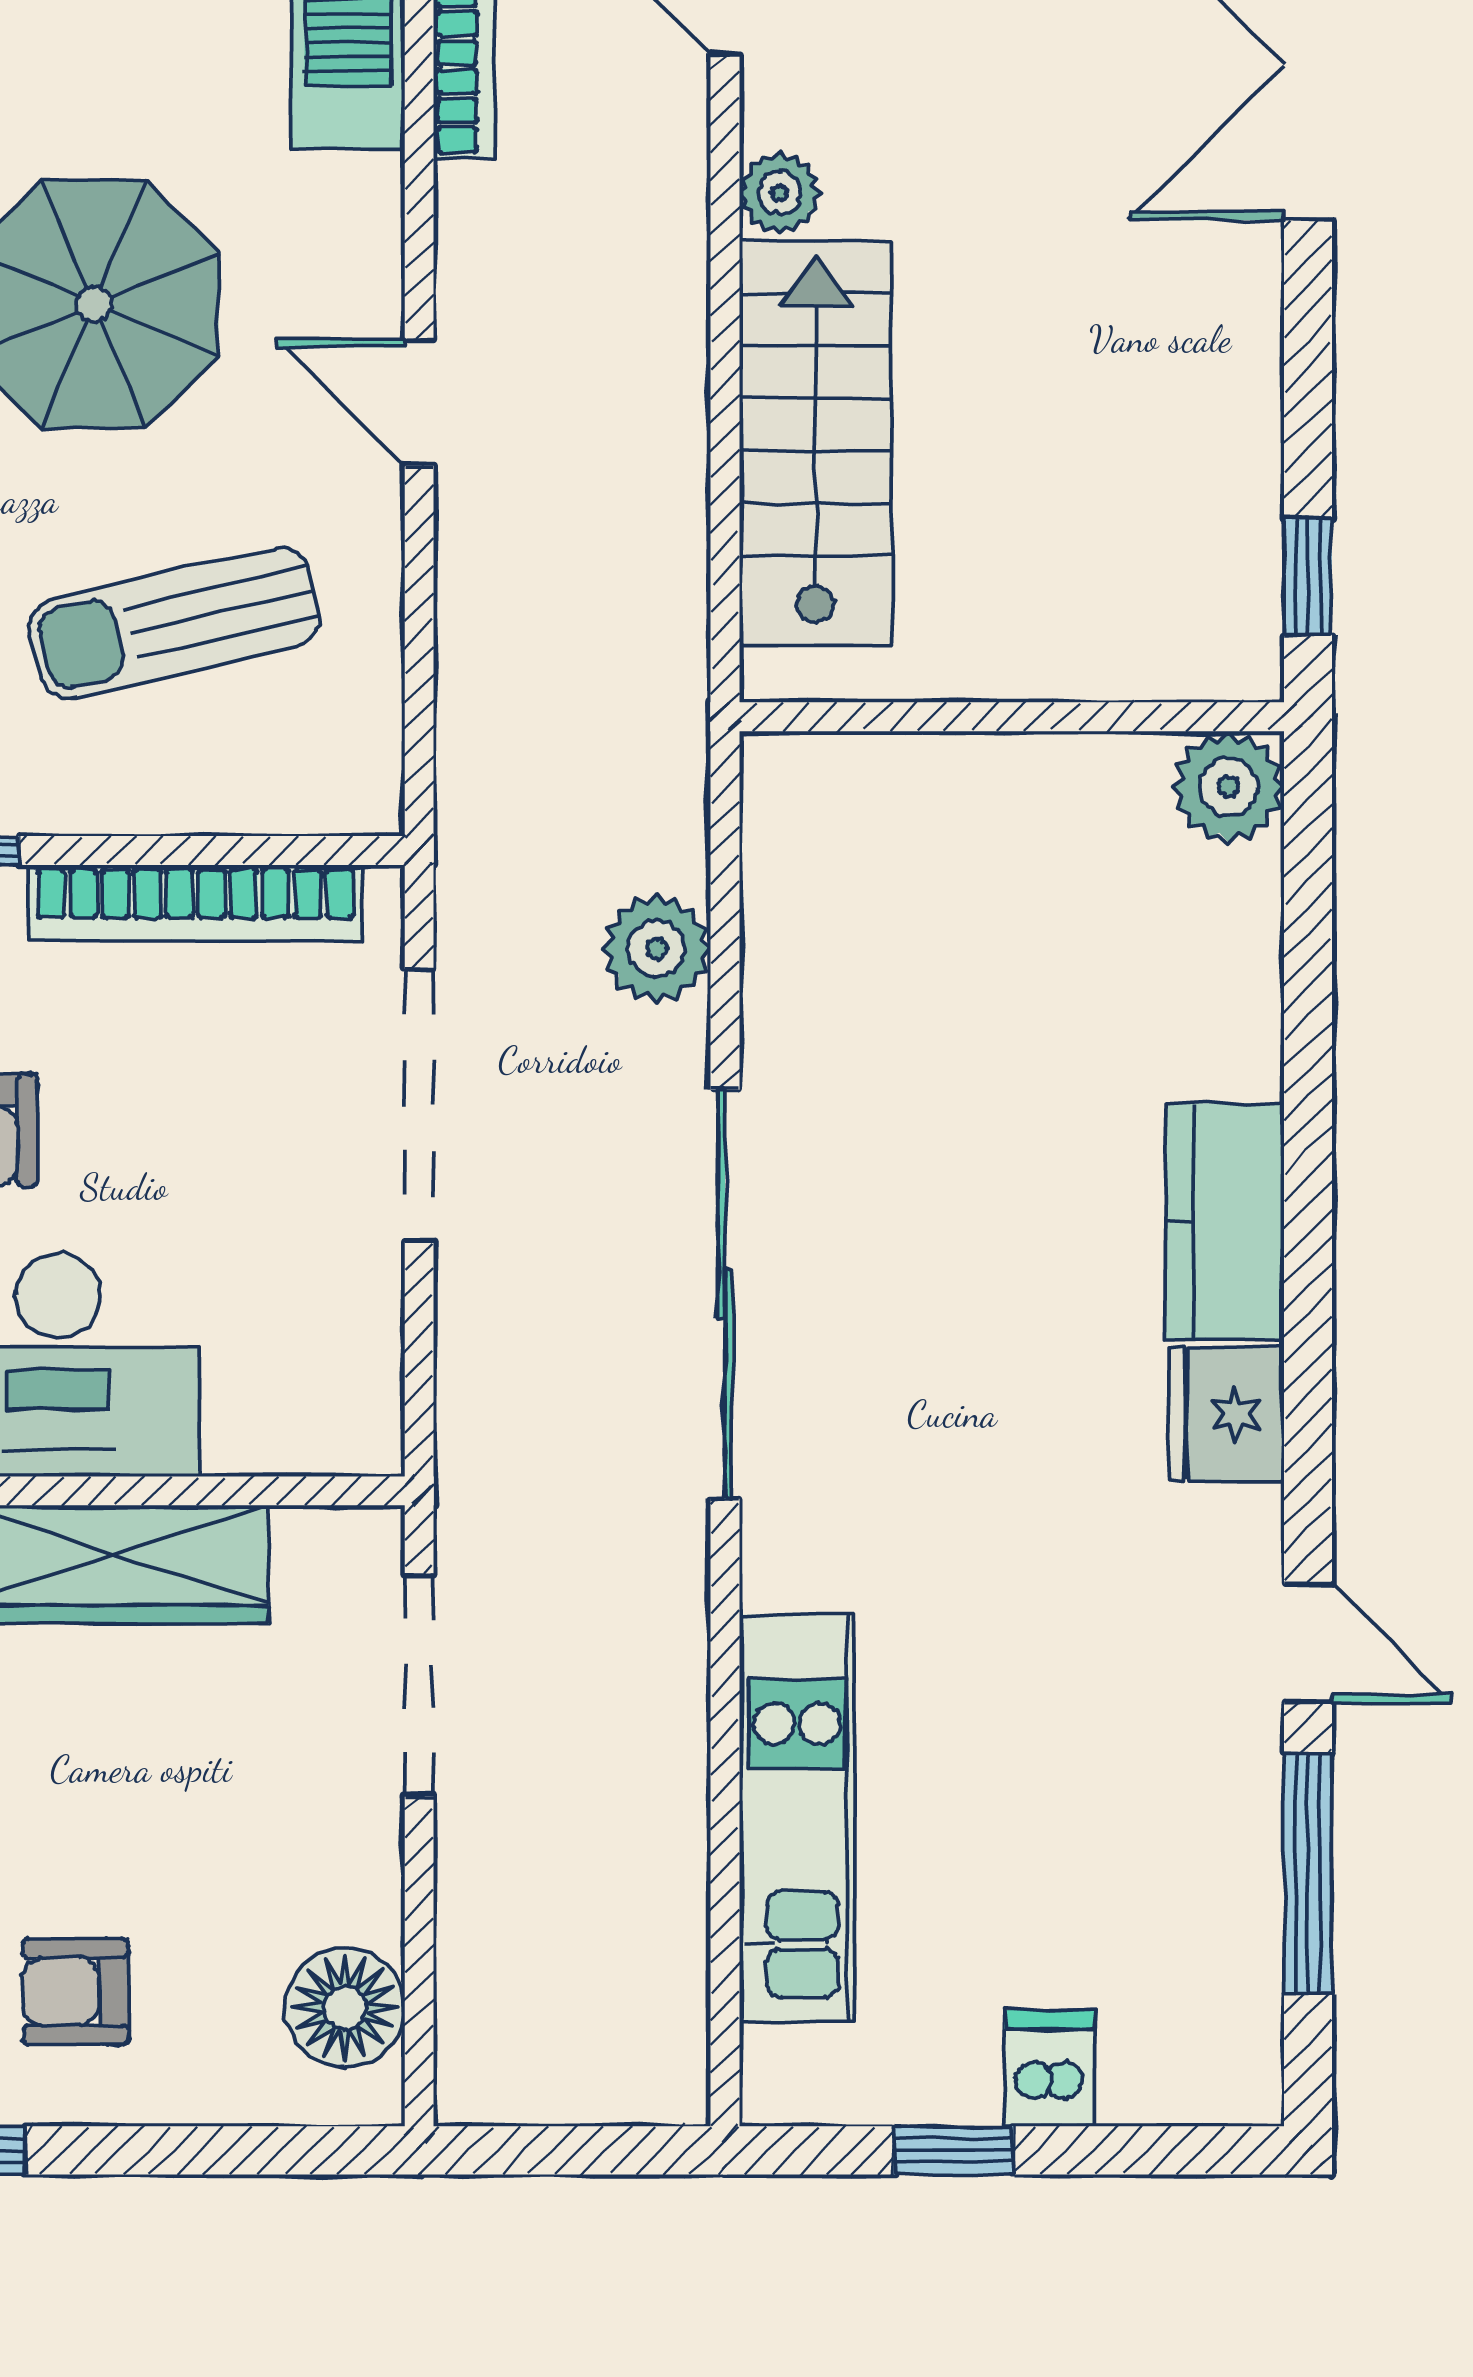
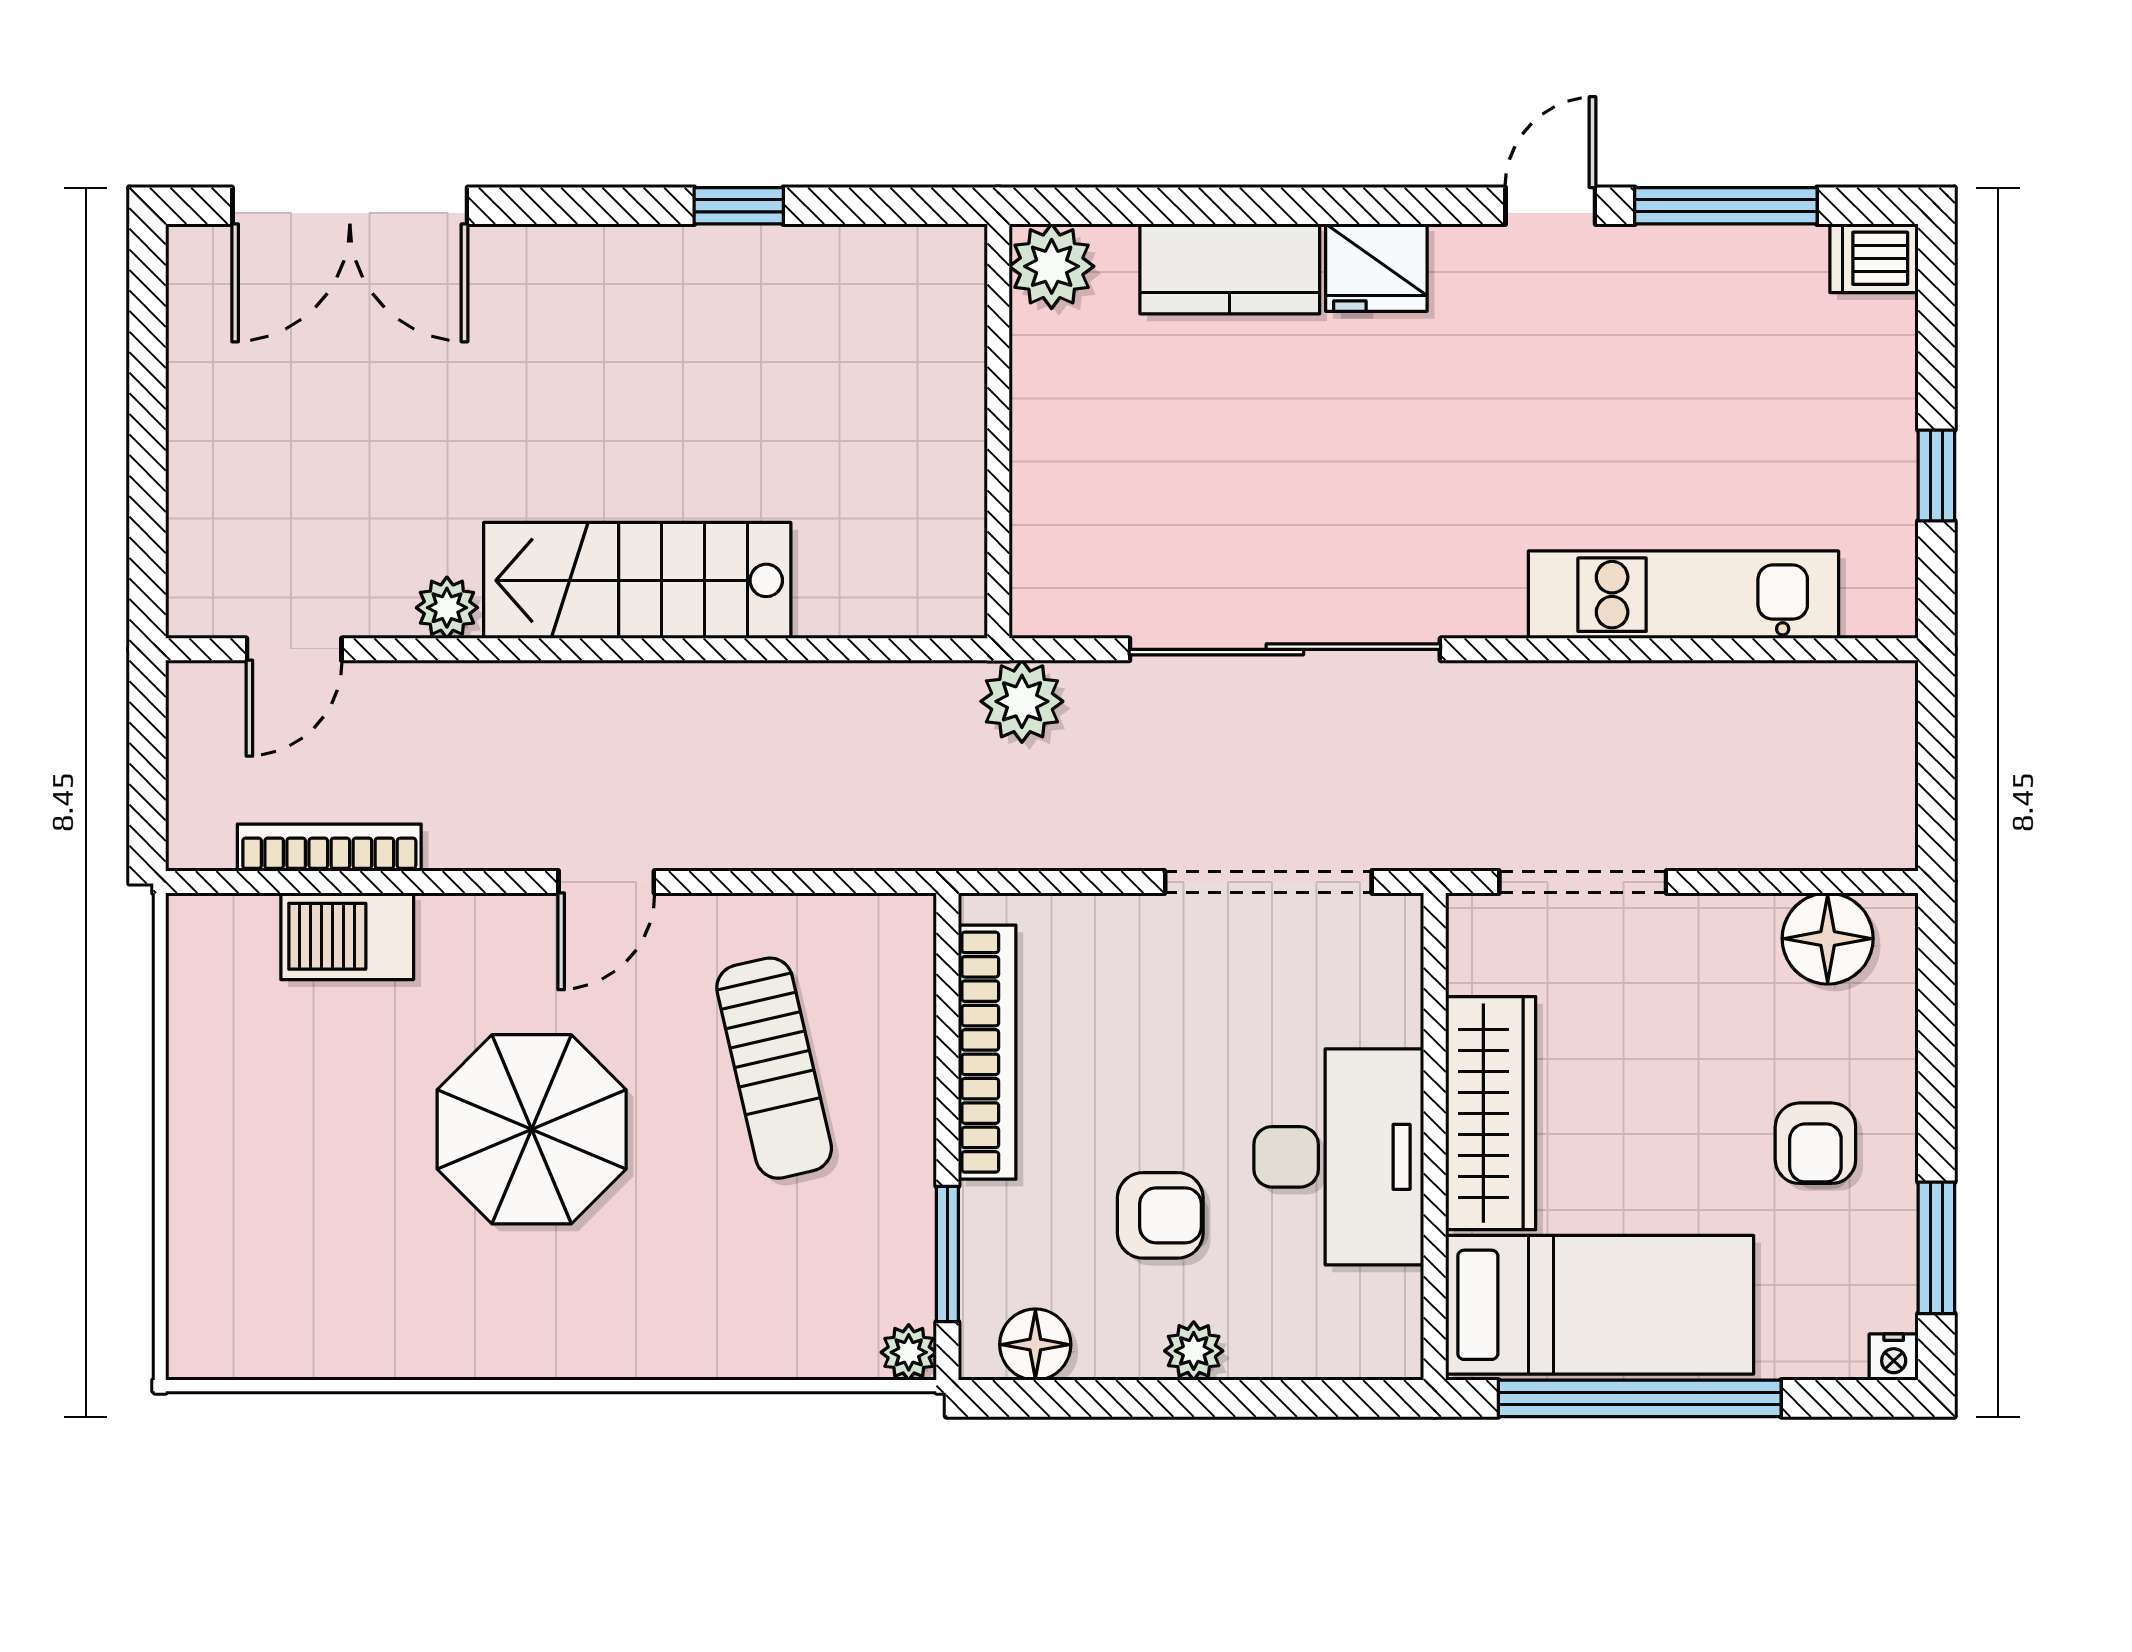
wall: (1012, 717) -> (998, 431), moved
plant: (1228, 787) -> (1052, 266), moved
doorway: (419, 1106) -> (1268, 882), moved
dishwasher: (1050, 2068) -> (1874, 258), moved

